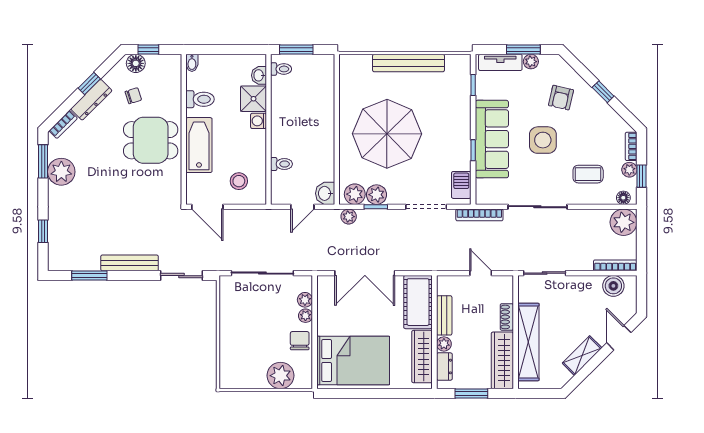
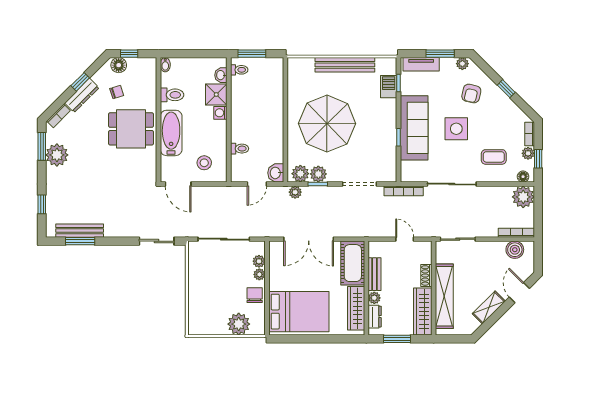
plant: (531, 62) -> (462, 64), moved
barbecue: (461, 185) -> (389, 87), moved
bench: (130, 263) -> (80, 231), moved

